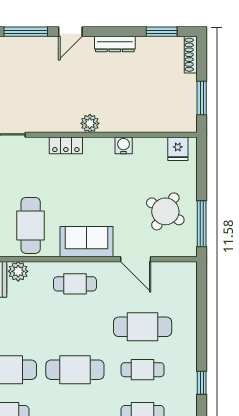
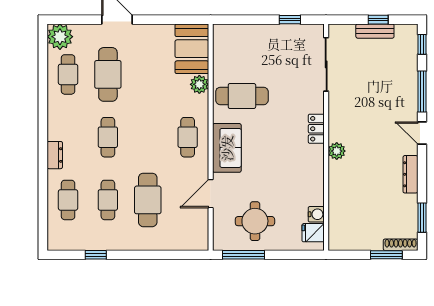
window: (202, 98) -> (386, 255), moved
water cooler: (124, 145) -> (316, 214), moved
round table: (165, 211) -> (255, 221), turned -32
cafe table: (75, 370) -> (108, 137), width x0.73, depth x0.74

